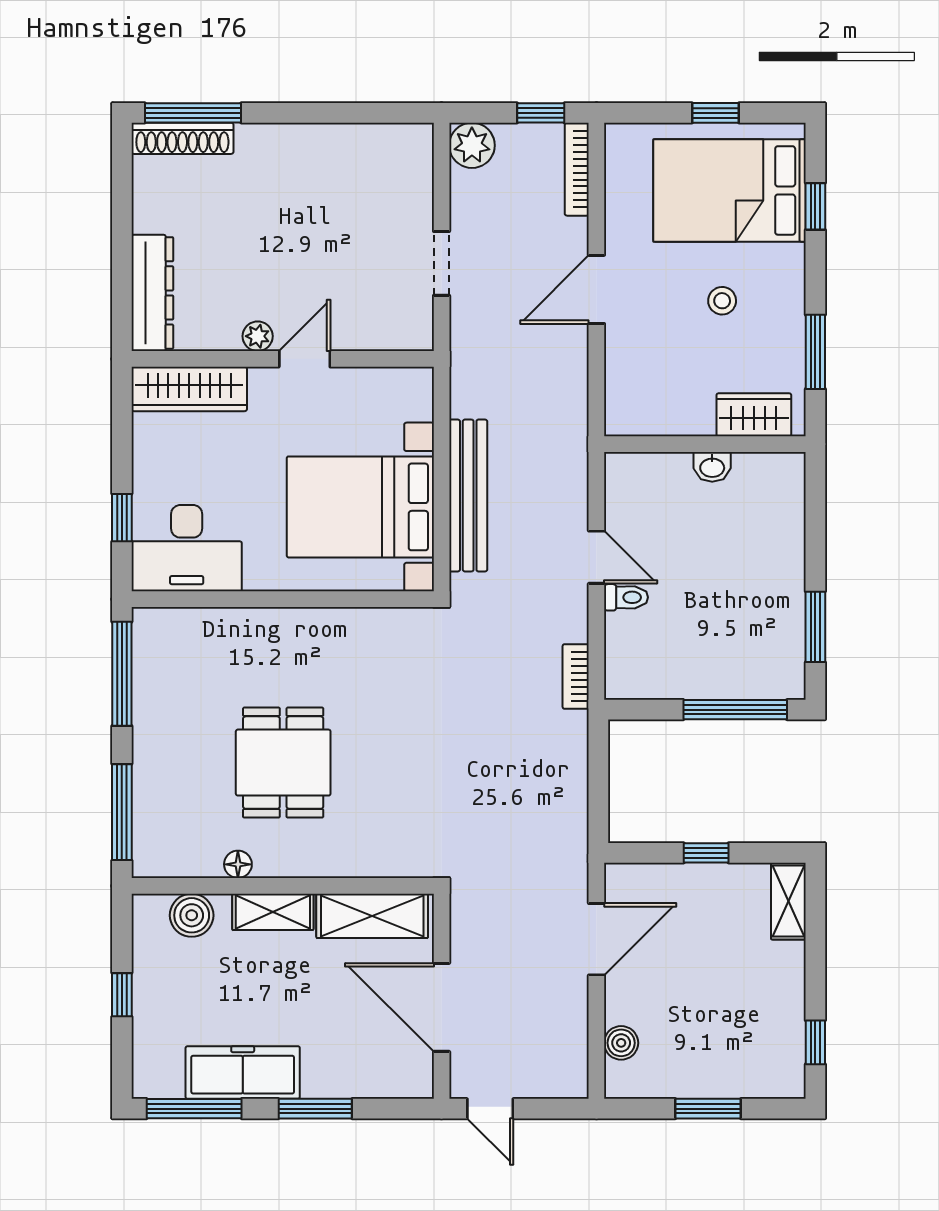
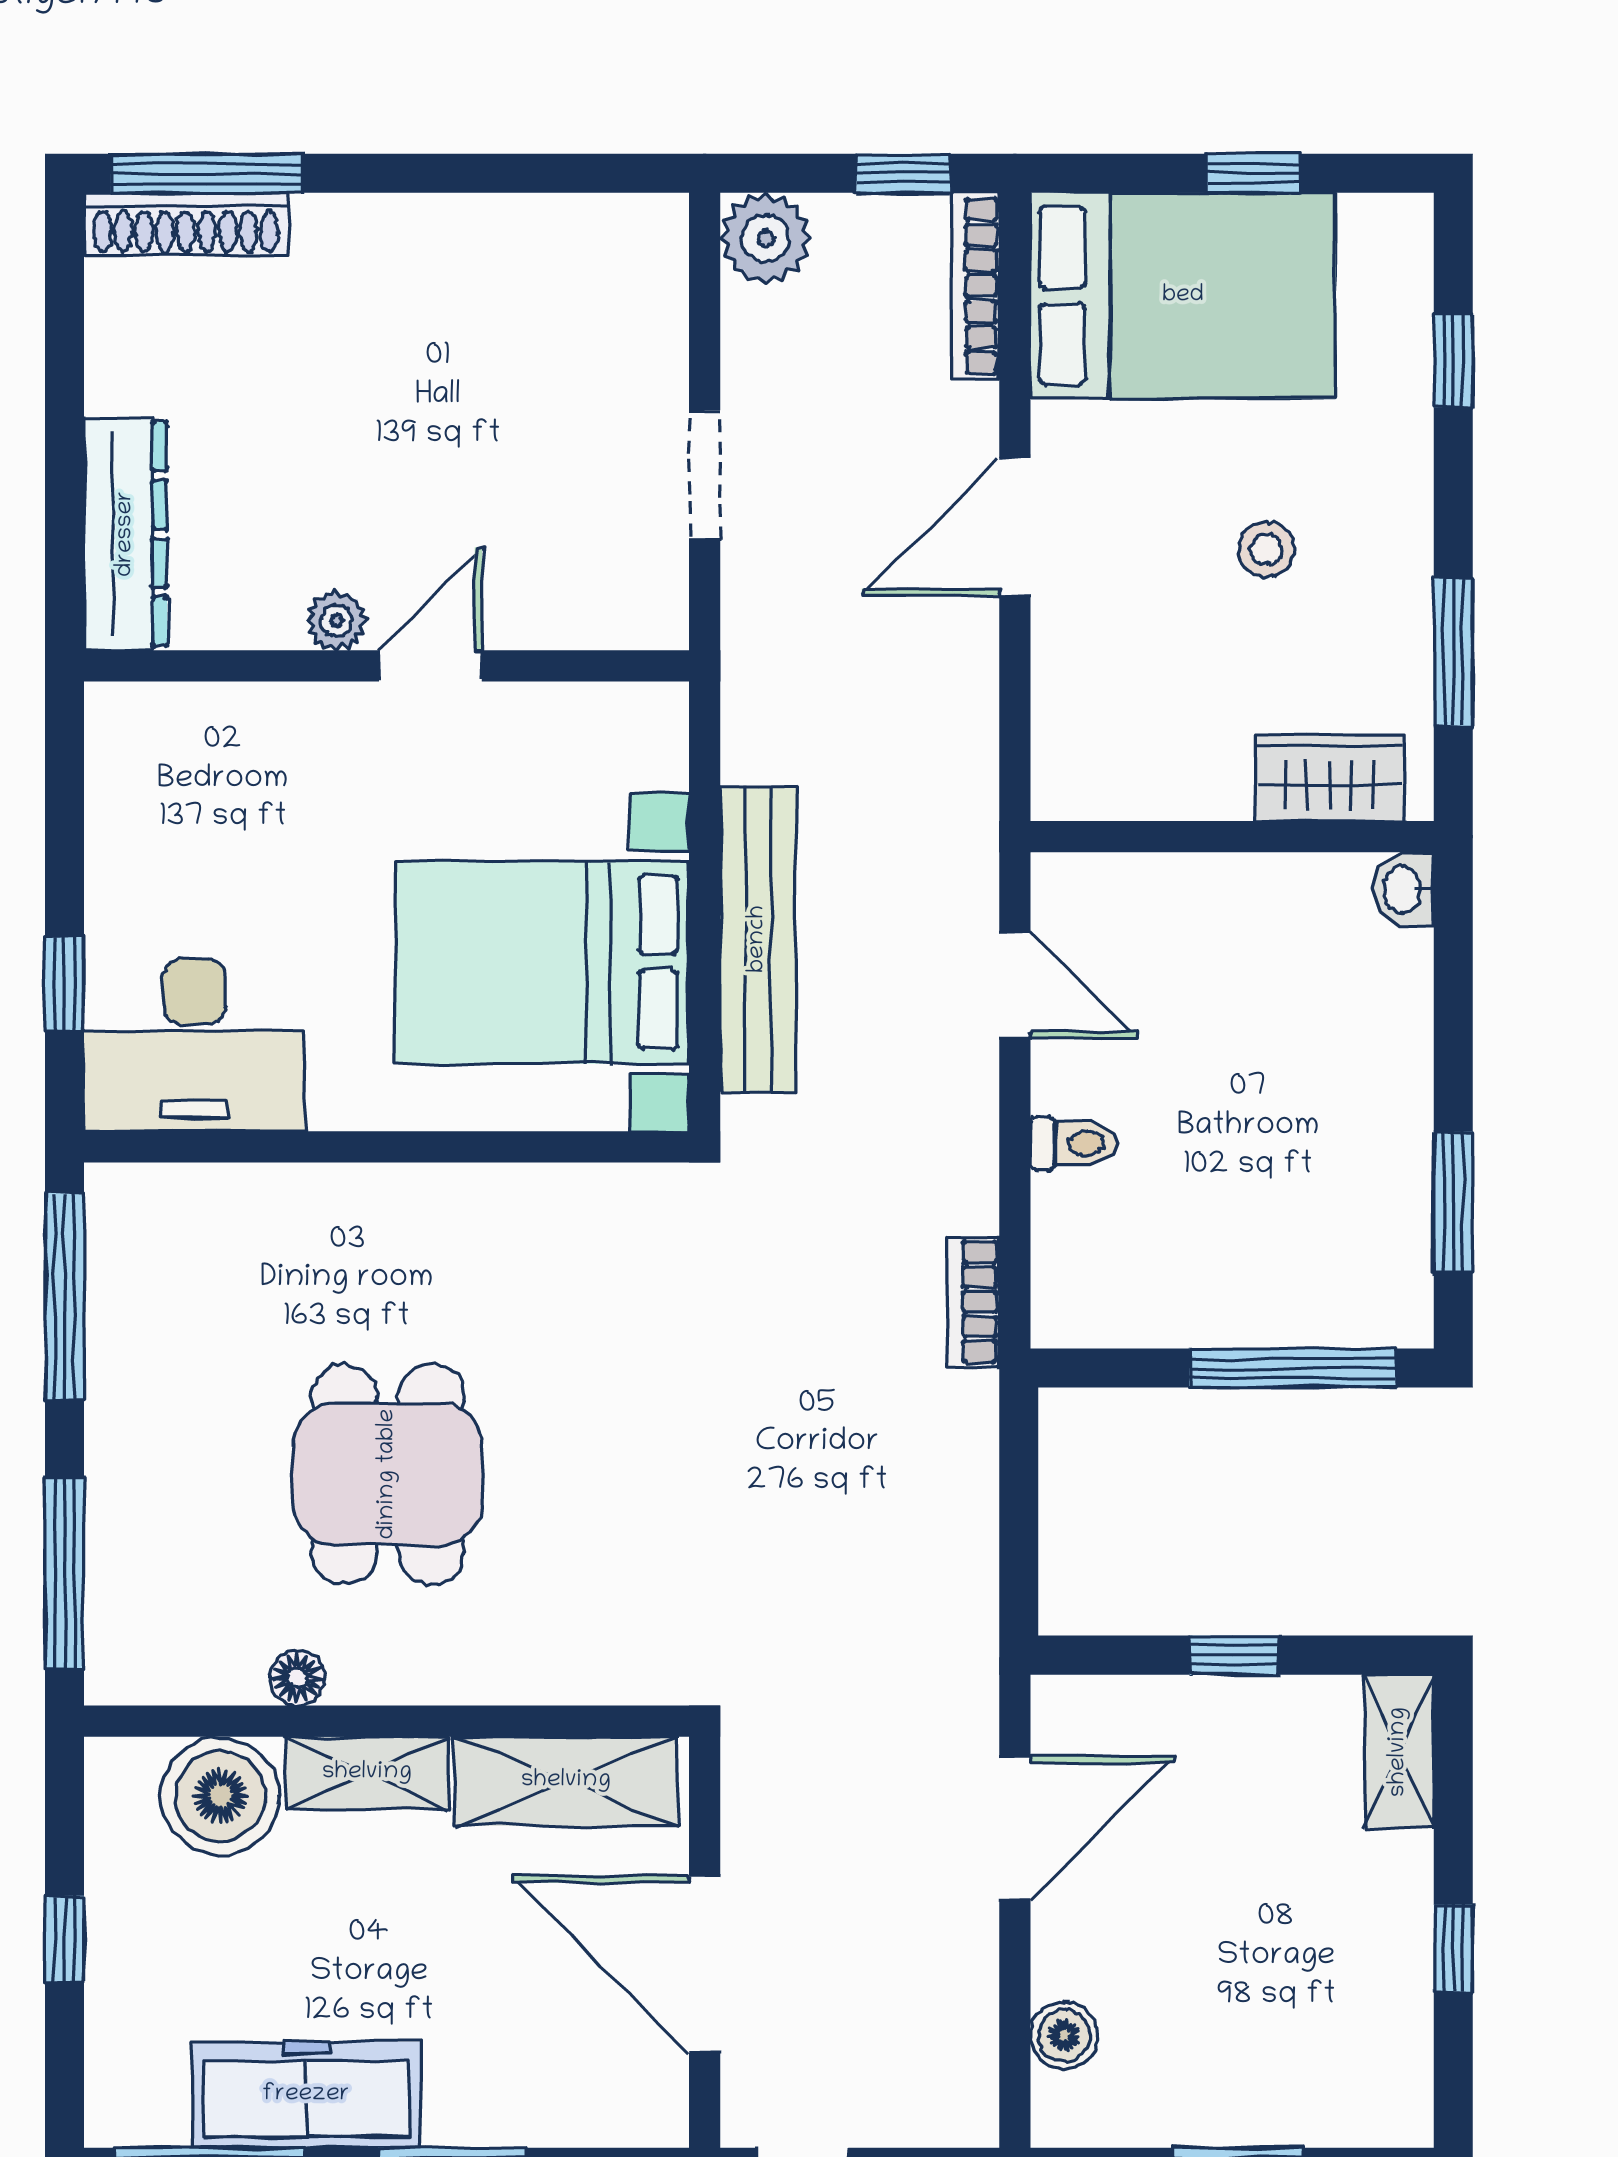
bed: (730, 190) -> (1183, 296), moved, turned 180
wardrobe: (189, 389) -> (199, 726), removed
washbasin: (712, 467) -> (1404, 889), moved, turned 90
door: (596, 557) -> (1015, 985), moved
boiler: (192, 915) -> (220, 1796), width x1.37, depth x1.37
window: (815, 1042) -> (1453, 1948), moved

